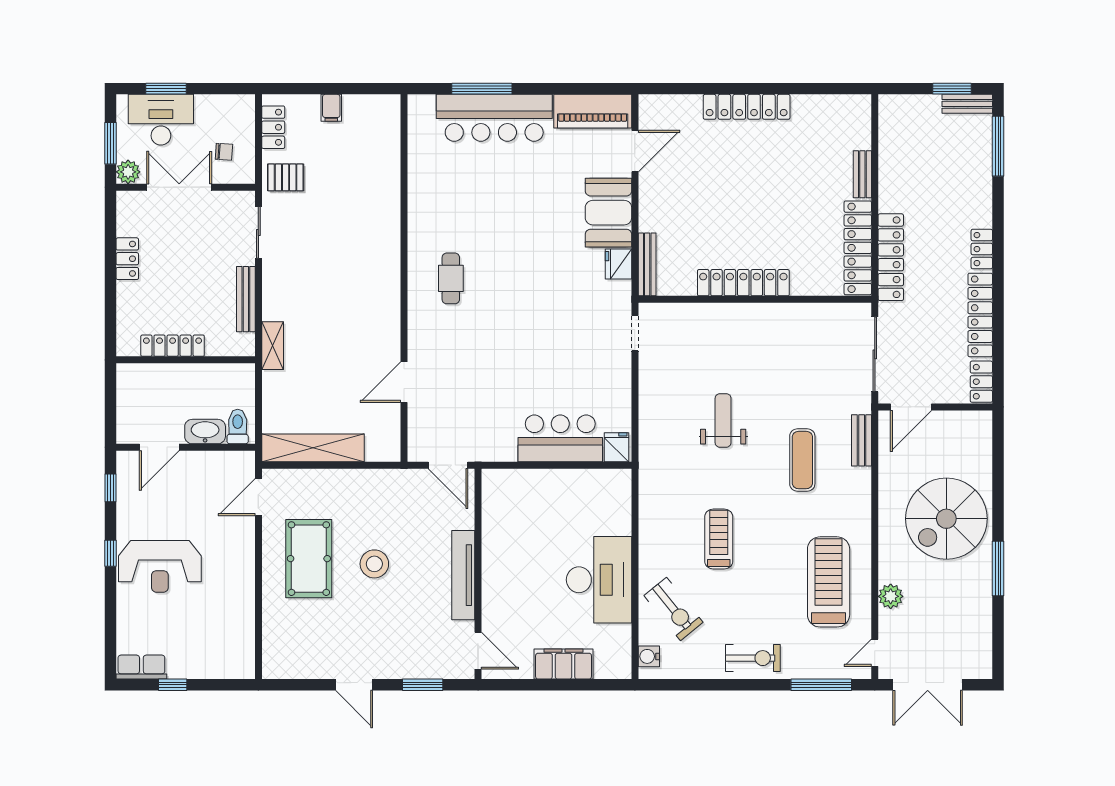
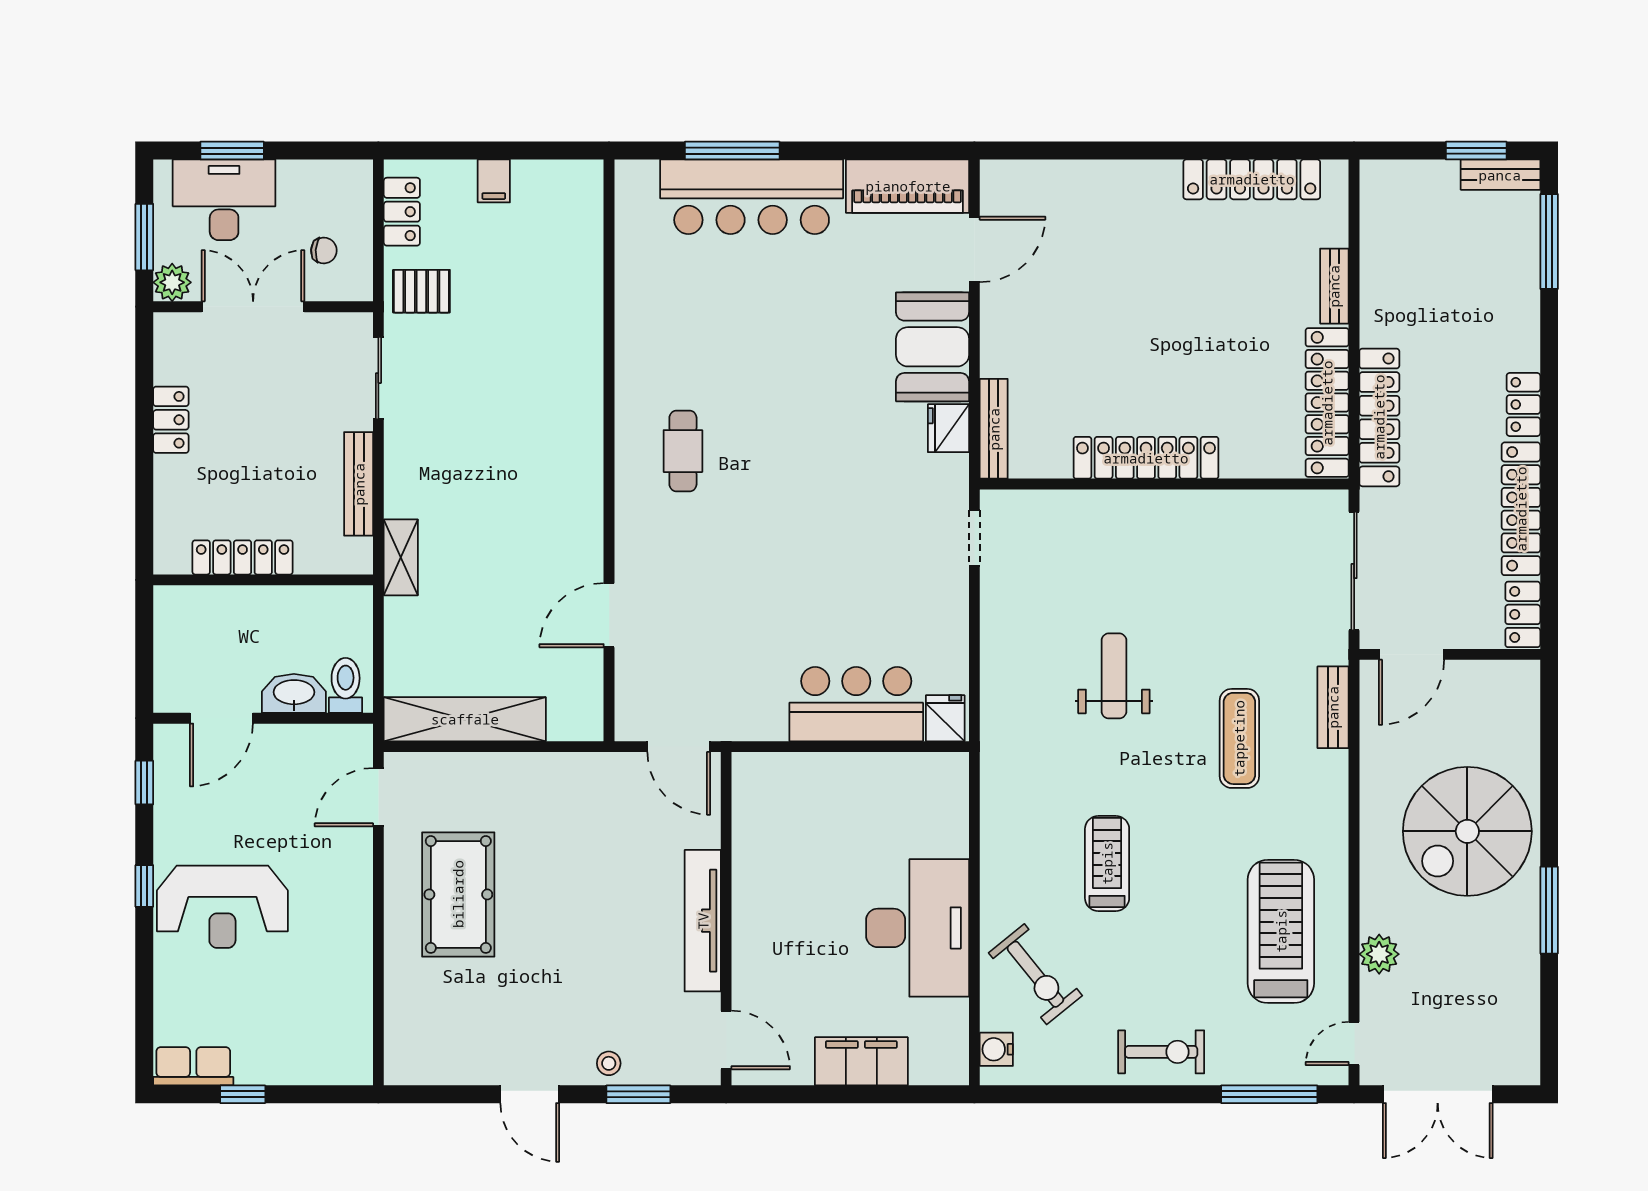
locker: (747, 107) -> (1252, 179), moved
stool: (374, 564) -> (609, 1063), moved, width x0.53, depth x0.53

